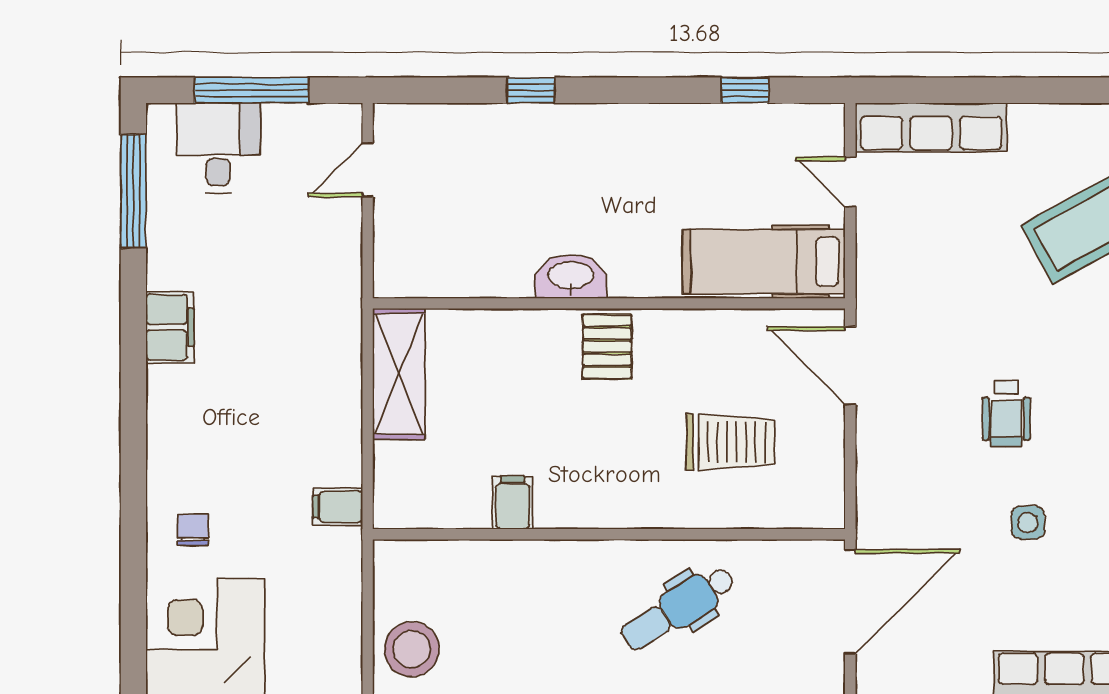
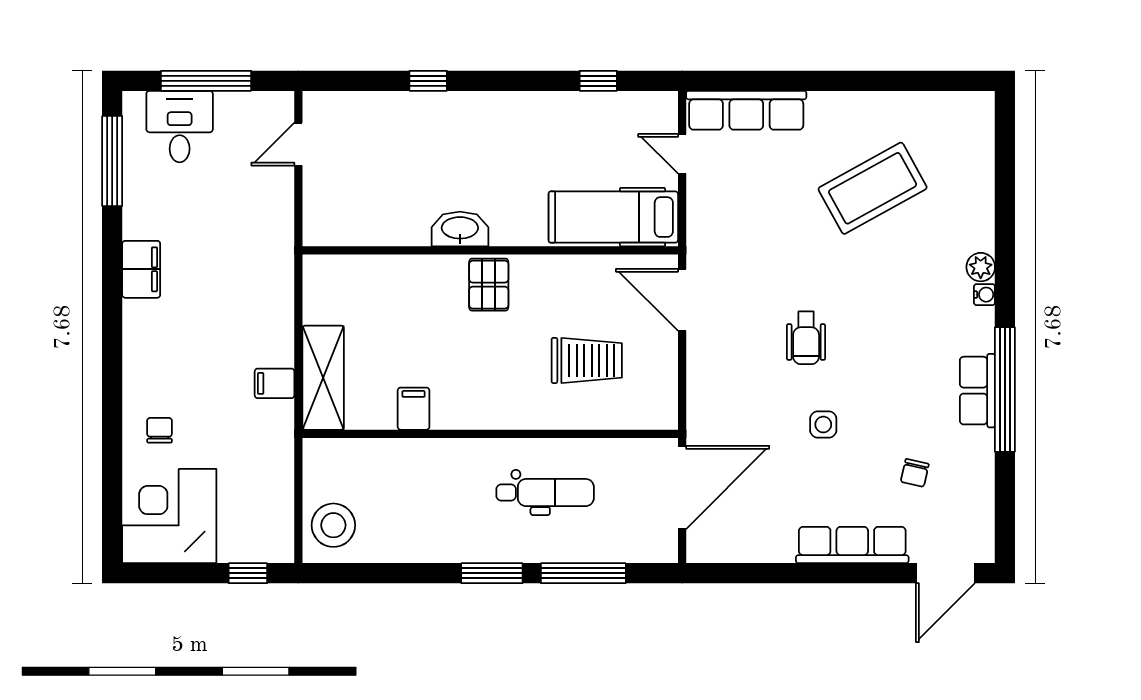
shelving: (399, 374) -> (323, 378), moved
filing cabinet: (338, 507) -> (275, 383), moved
dental chair: (678, 608) -> (545, 493), turned -148

